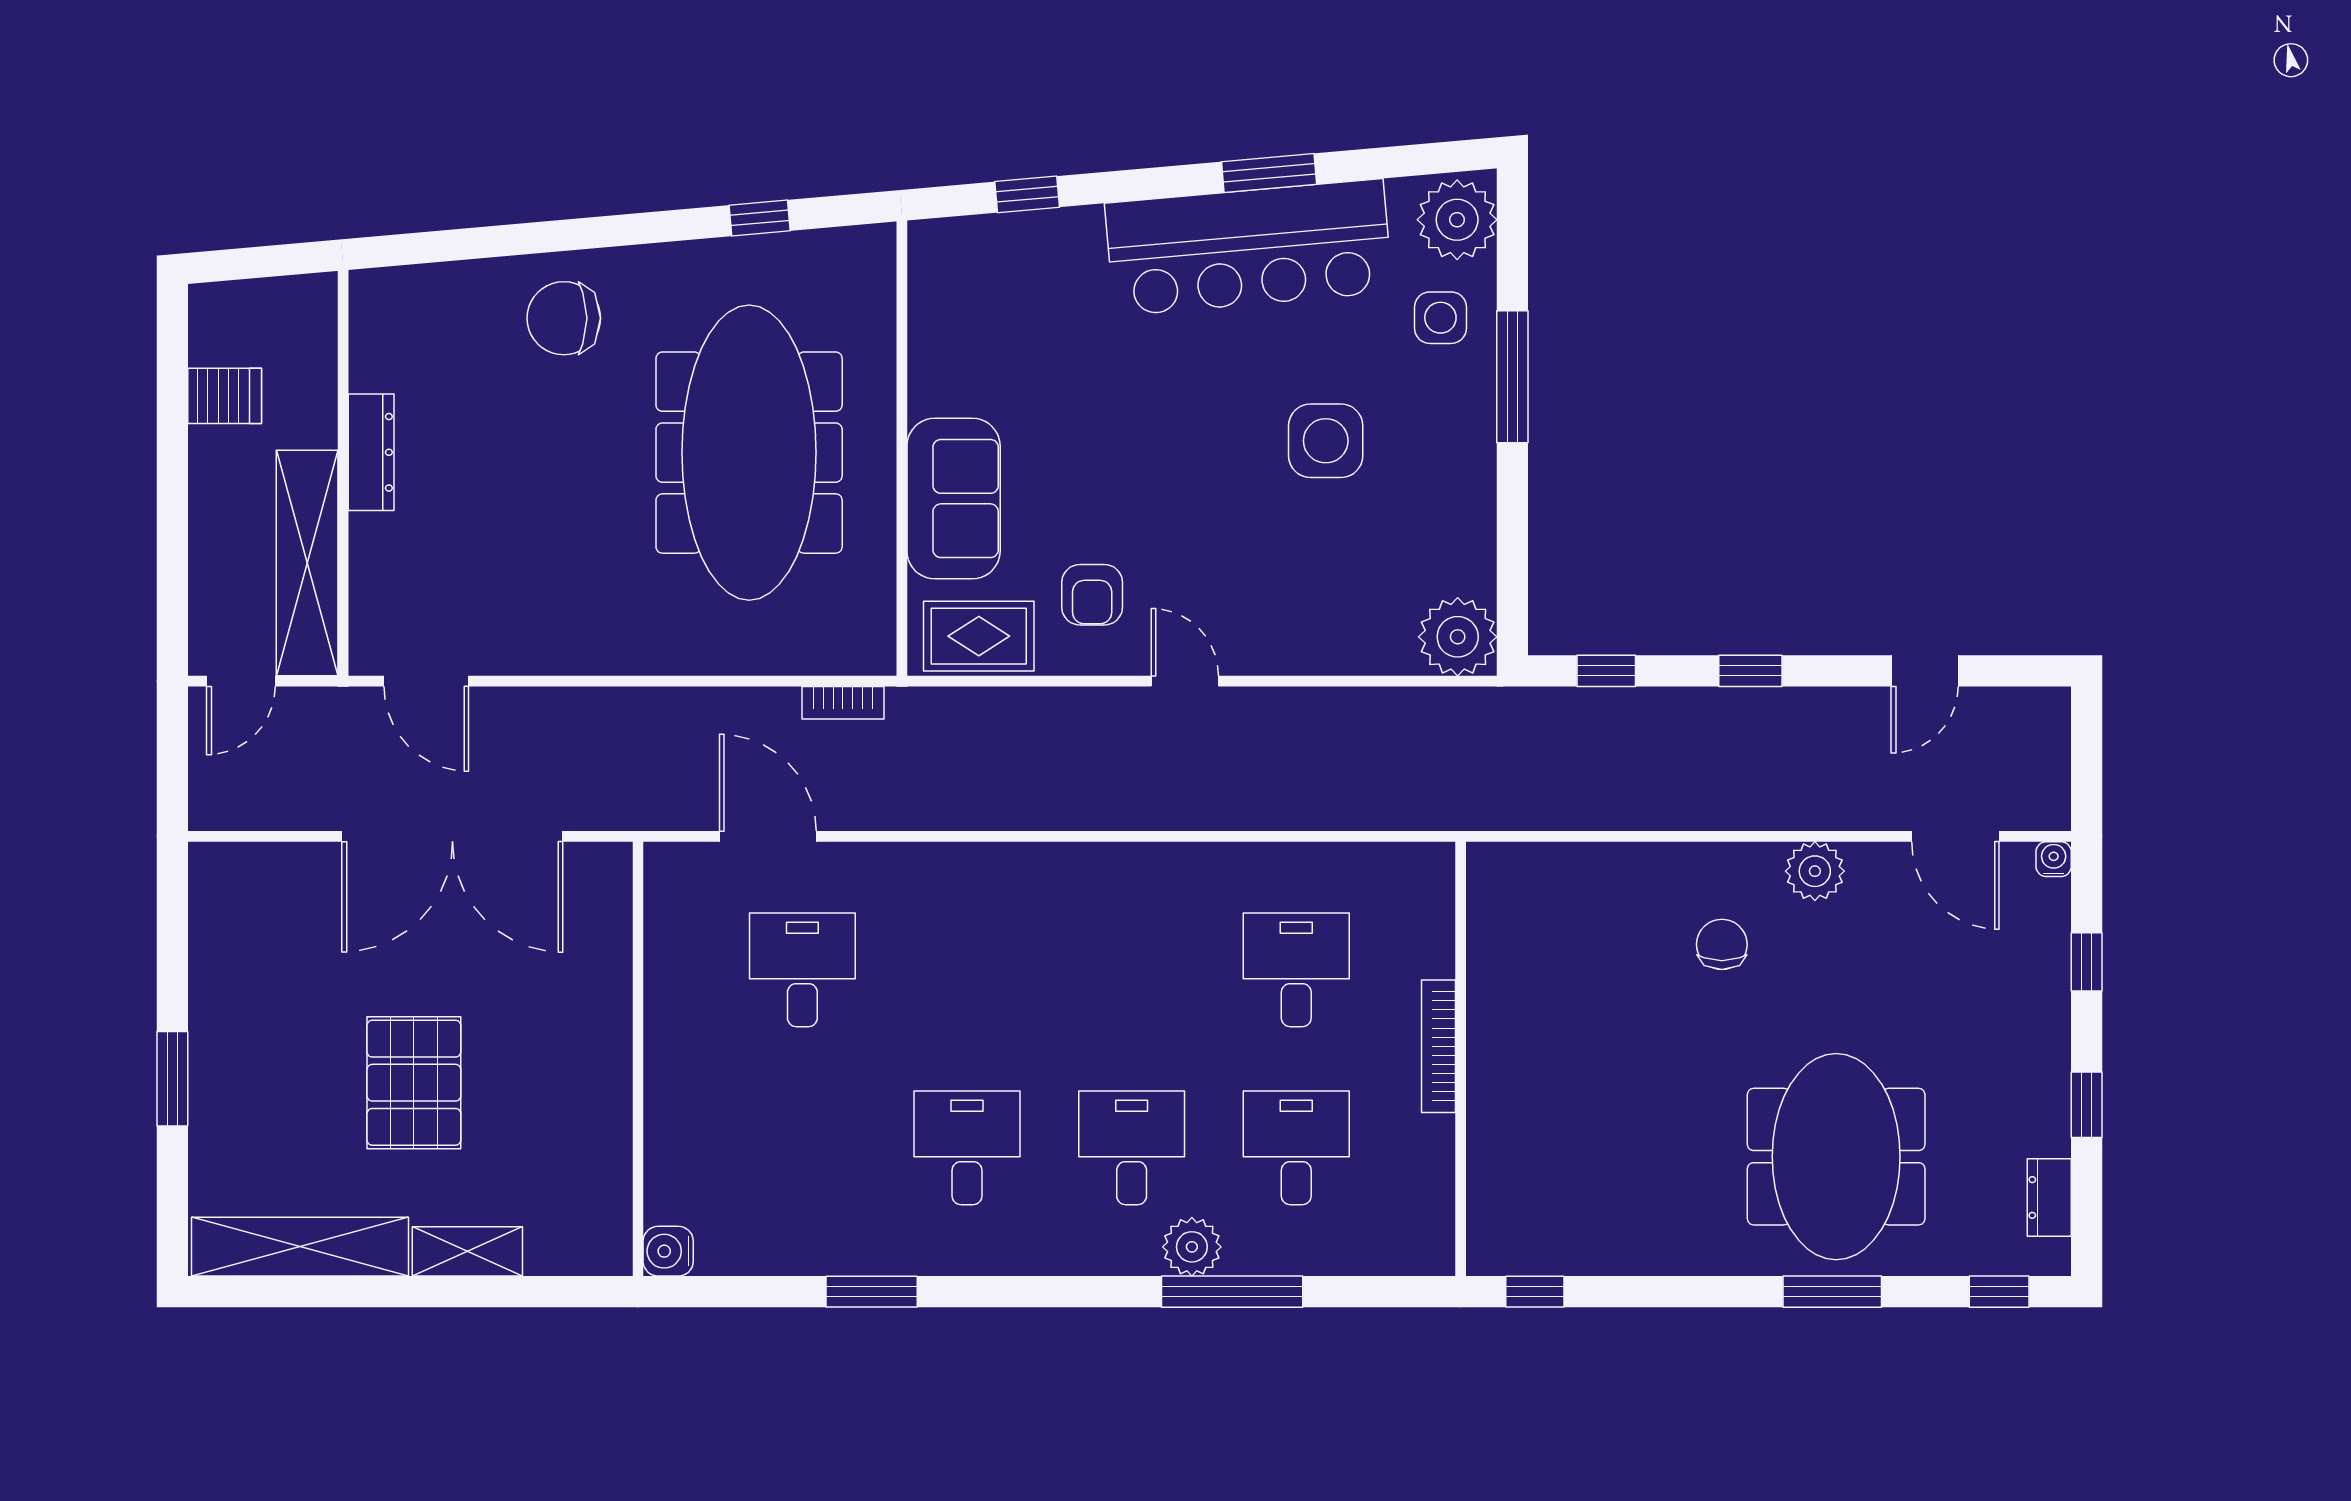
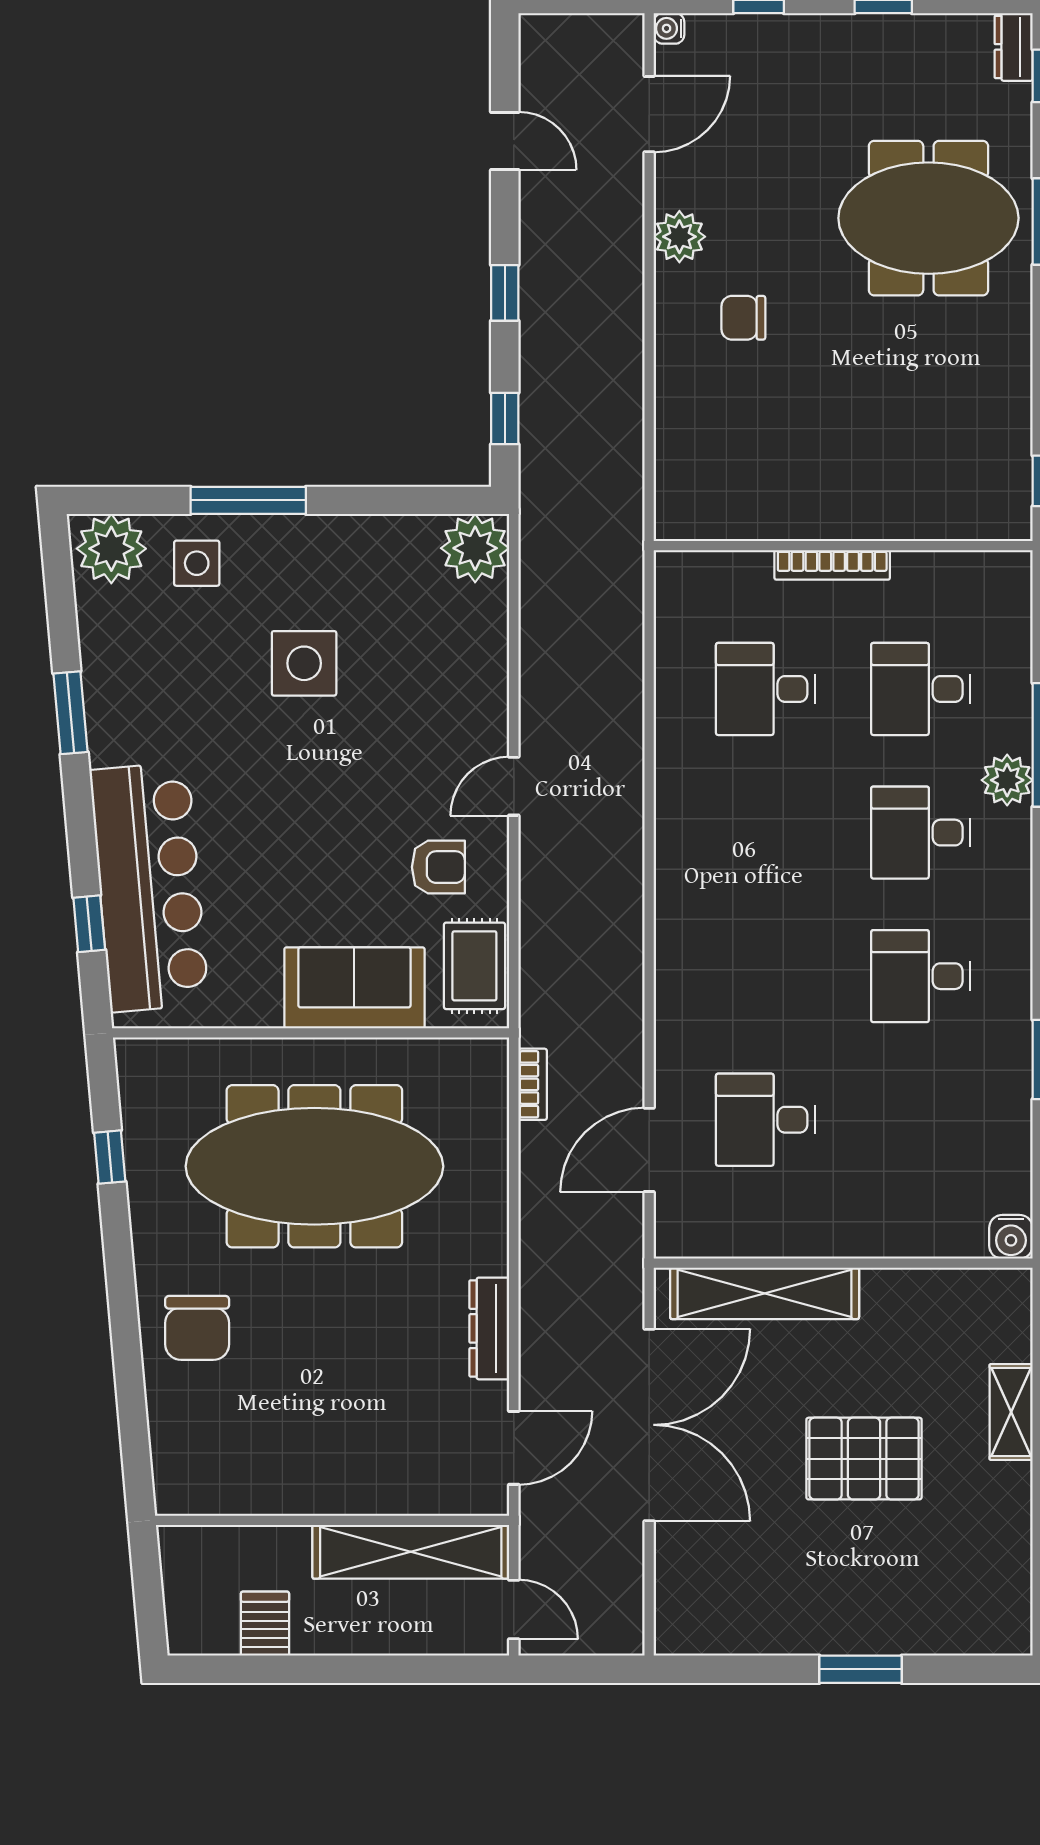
bar counter: (1249, 248) -> (149, 887), moved
dresser: (371, 452) -> (489, 1328), moved, turned -90
dresser: (2049, 1197) -> (1014, 47), moved, turned 90
shelving: (300, 1247) -> (765, 1293), moved, turned 90

